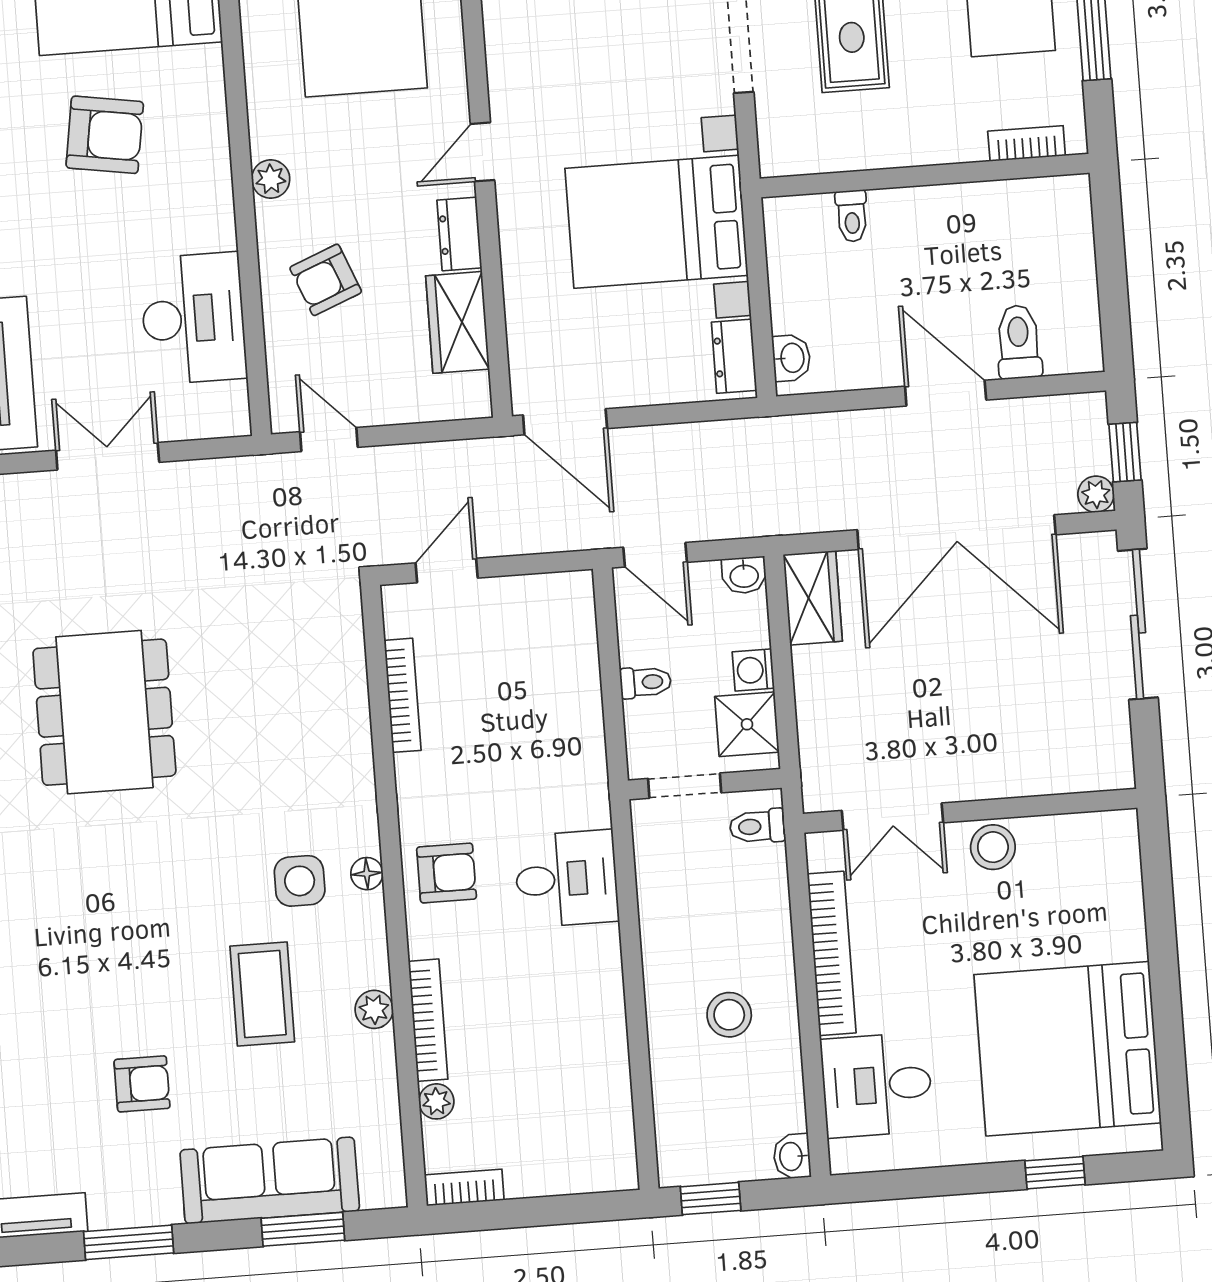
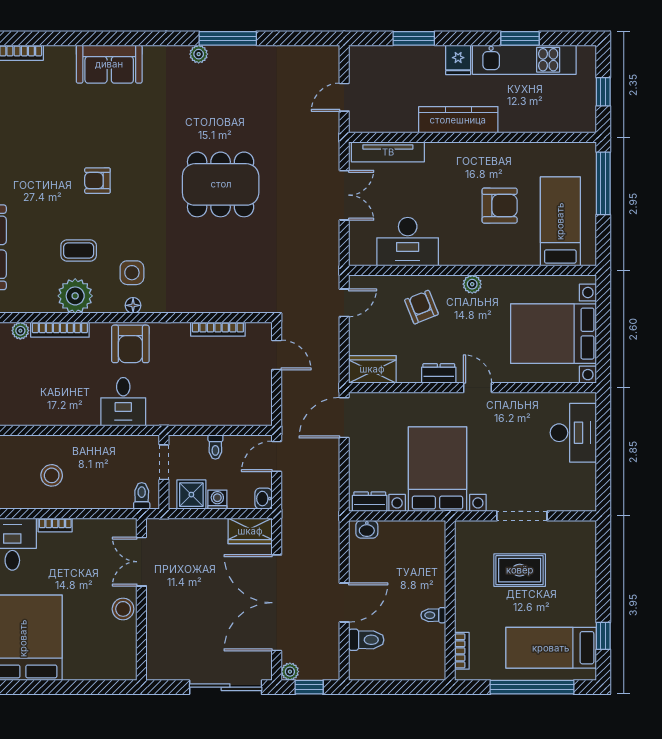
armchair: (105, 135) -> (500, 206), turned -99
toilet: (852, 216) -> (433, 615), moved
wardrobe: (458, 322) -> (372, 369), moved
armchair: (447, 873) -> (130, 344), width x1.38, depth x1.38
bookcase: (832, 953) -> (55, 525), width x0.43, depth x0.76
coffee table: (262, 994) -> (79, 250), width x0.73, depth x0.77
plant: (374, 1009) -> (75, 296), width x1.87, depth x1.87
armchair: (142, 1084) -> (97, 181), moved, turned 90

